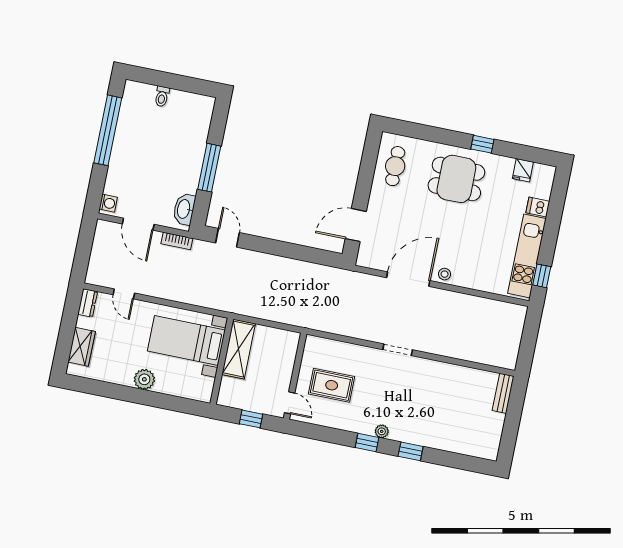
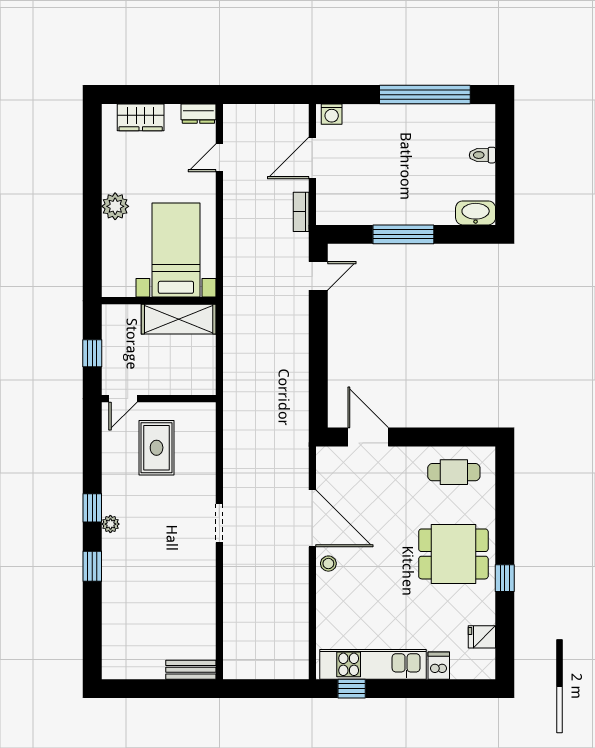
dining table: (456, 179) -> (453, 554), turned 90
washbasin: (184, 209) -> (476, 213), moved

